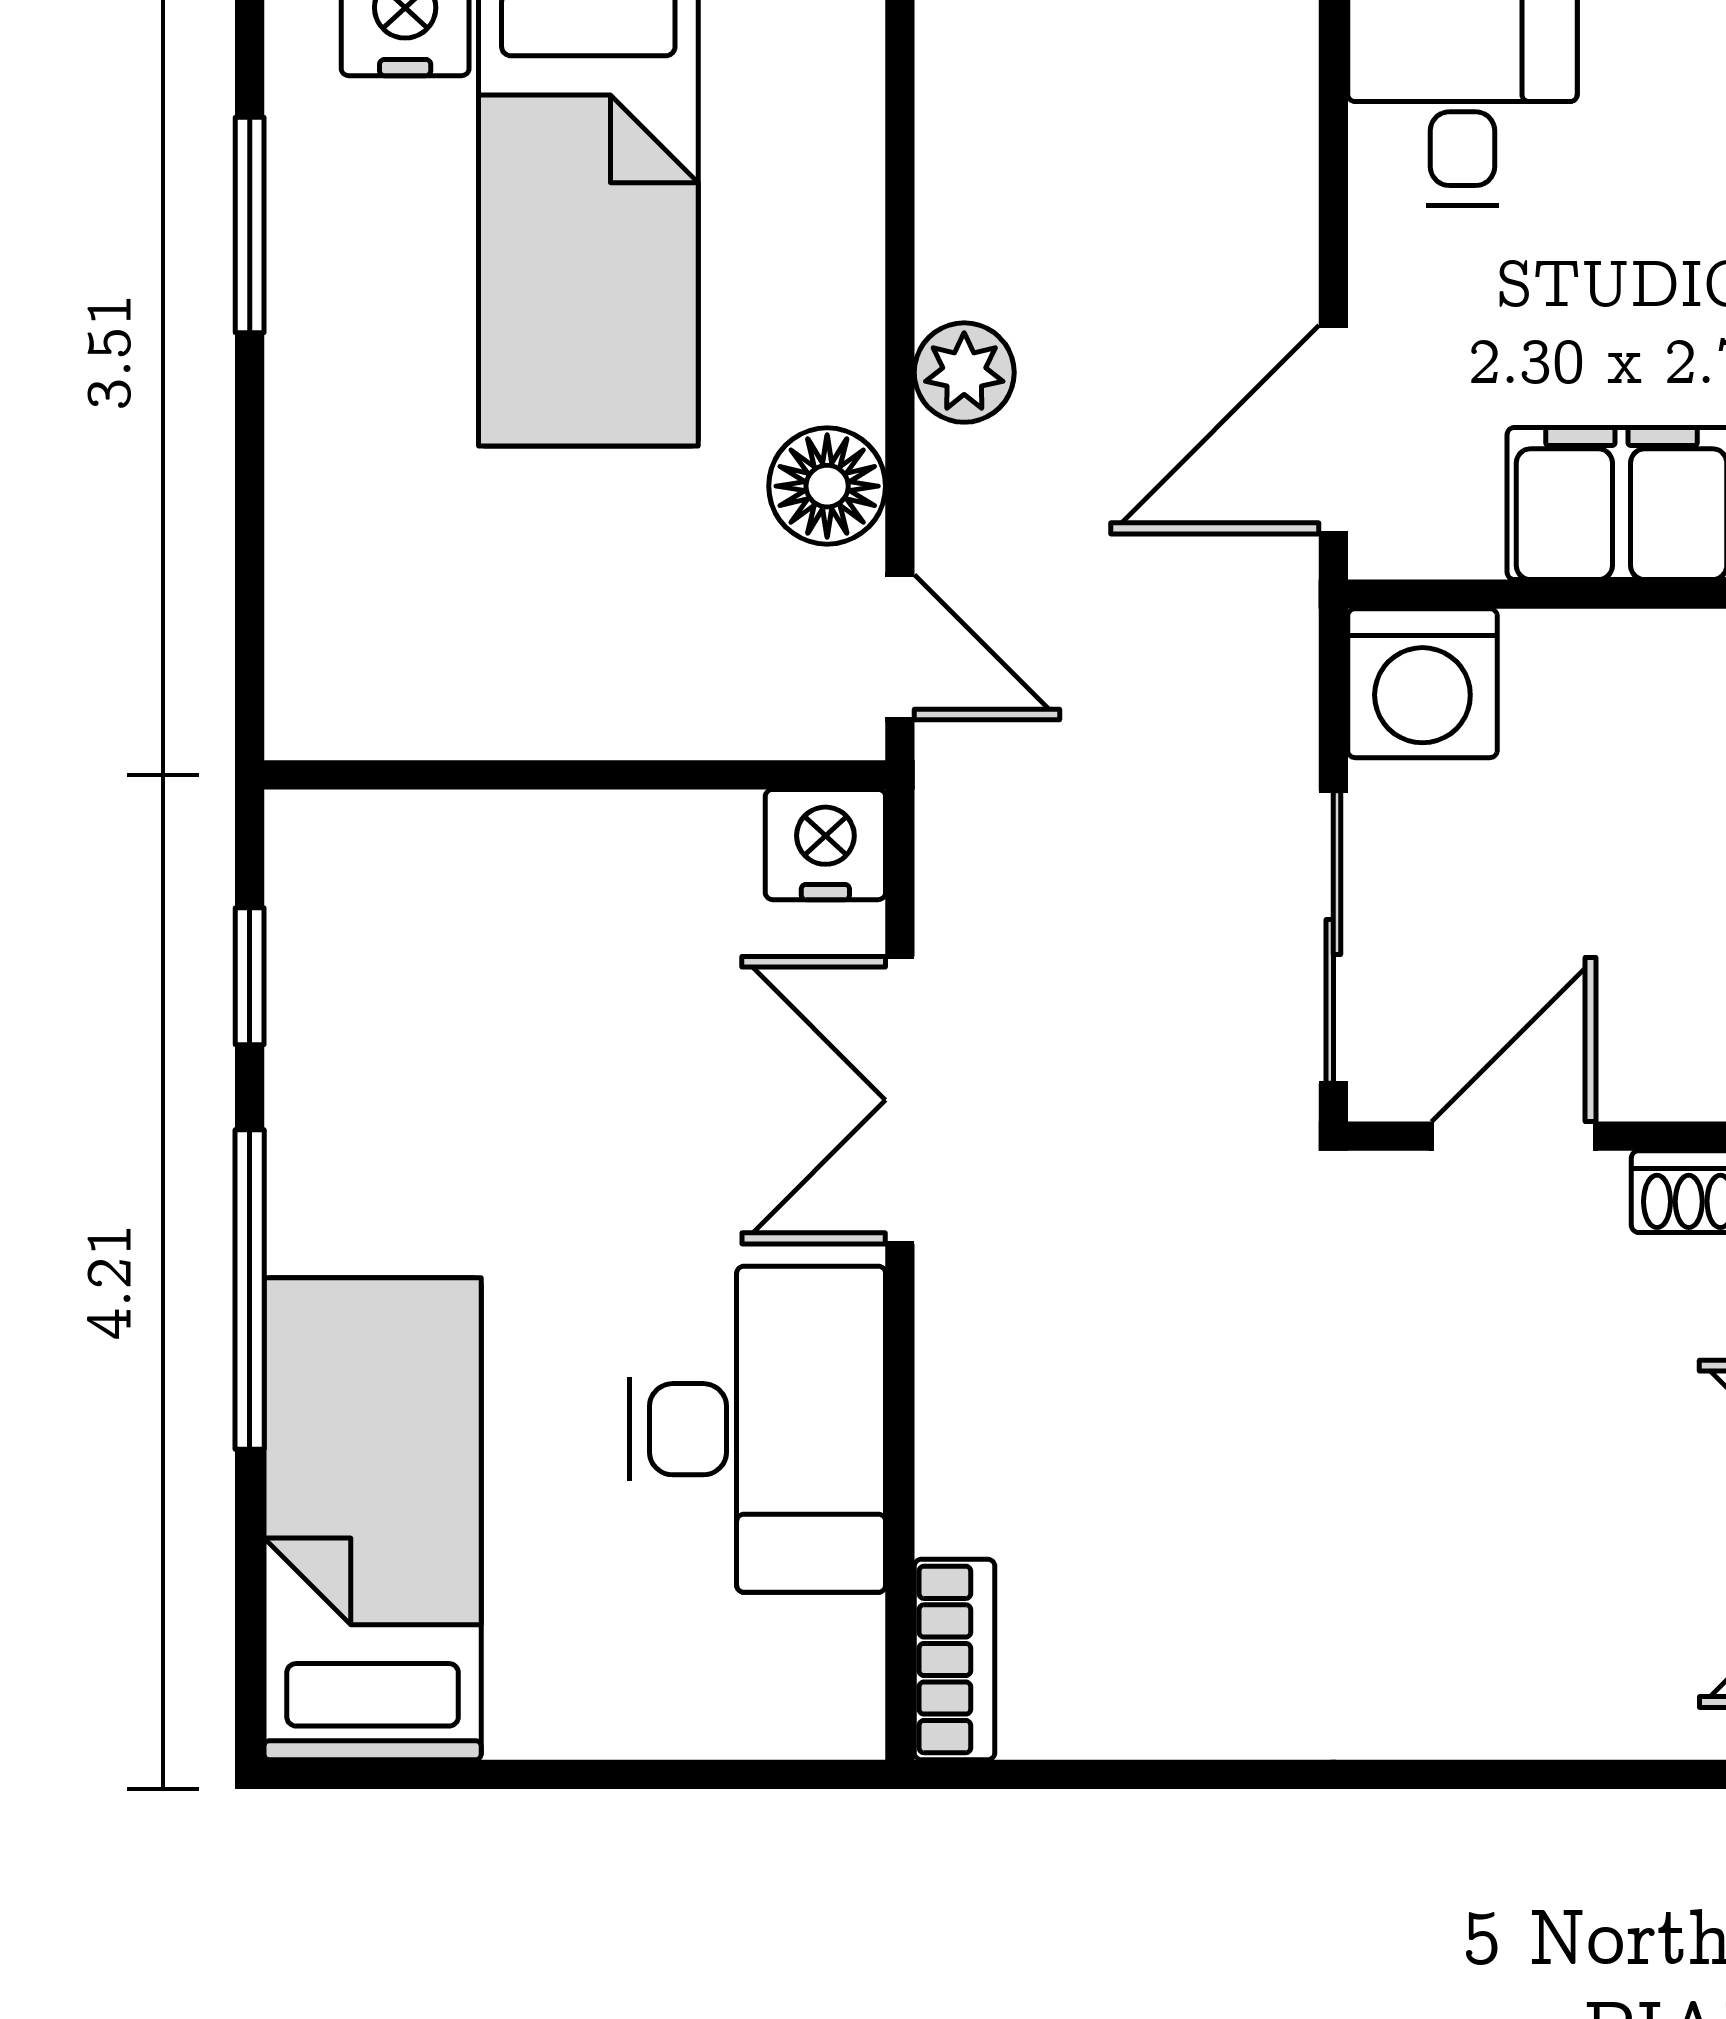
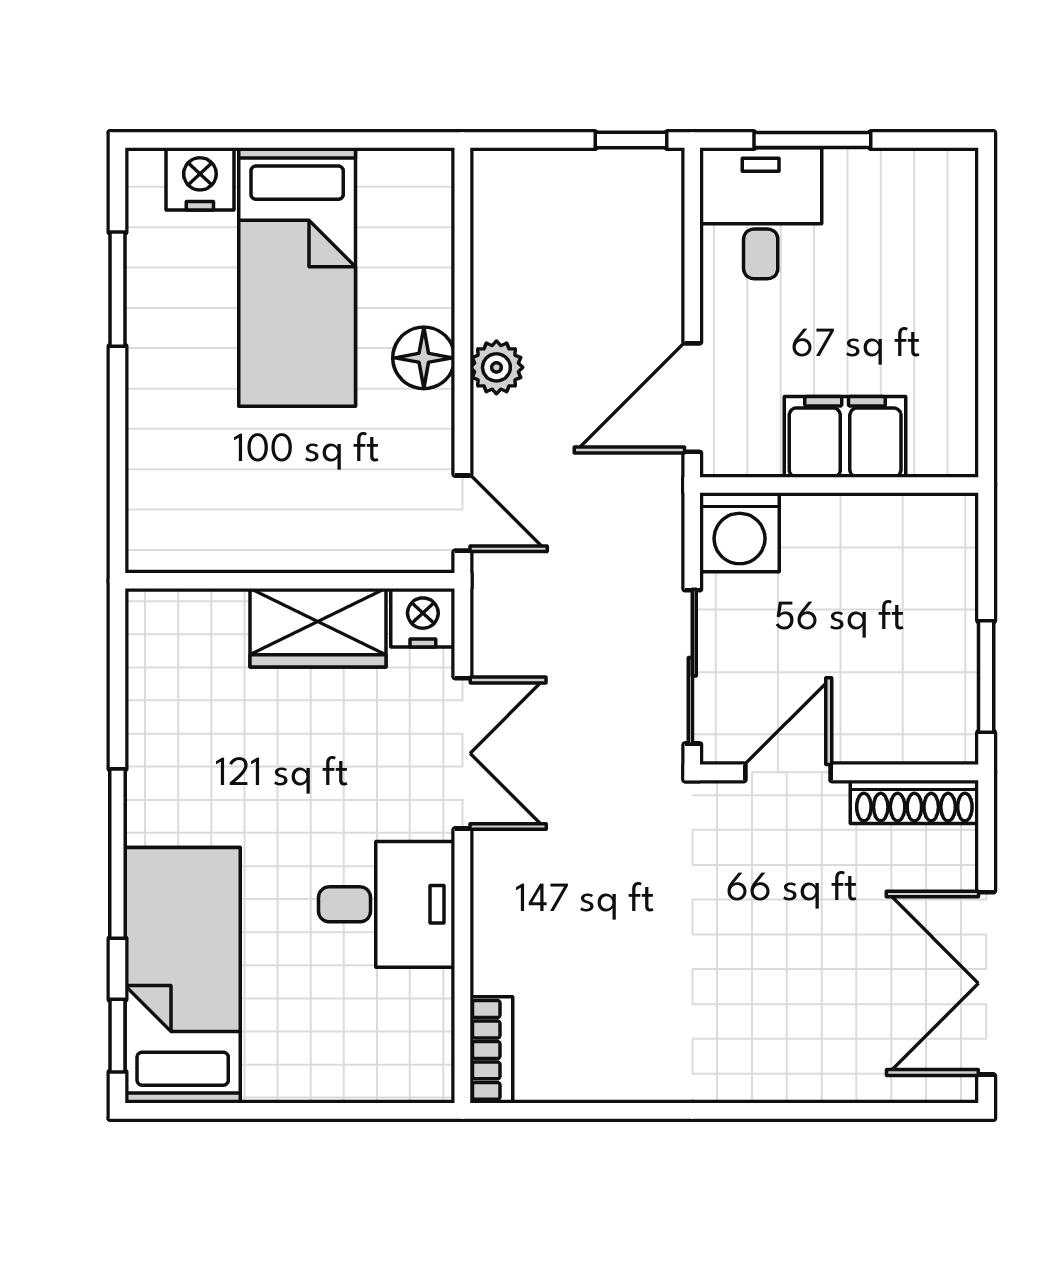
floor lamp: (827, 486) -> (424, 358), moved
wardrobe: (628, 863) -> (318, 628), added
window: (250, 976) -> (117, 1036), moved
double door: (900, 1100) -> (462, 753), swing flipped
desk: (757, 1429) -> (387, 904), width x0.73

